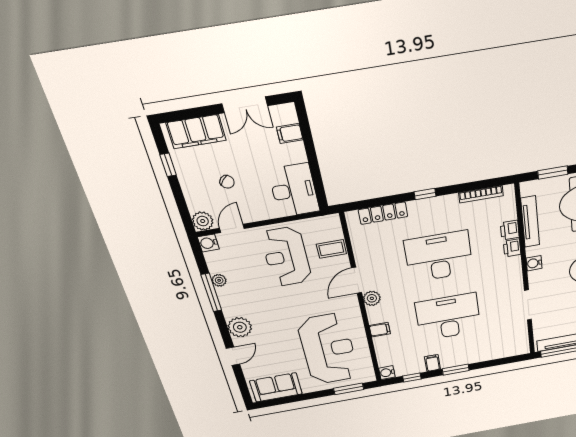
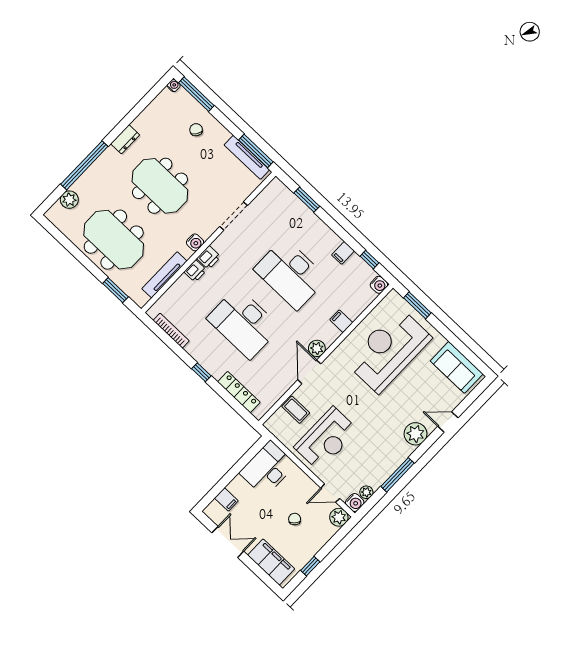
printer: (510, 230) -> (209, 258), moved
plant: (219, 280) -> (366, 492), moved
door: (357, 280) -> (309, 372), swing flipped
window: (456, 370) -> (307, 200), moved

